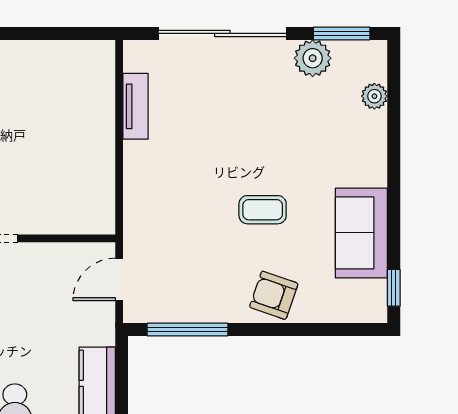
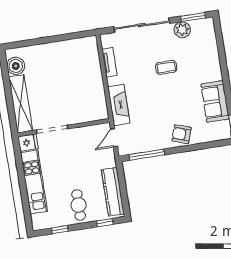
plant: (374, 96) -> (211, 42), removed
fireplace: (142, 207) -> (119, 105), added
coffee table: (263, 210) -> (166, 67), moved

